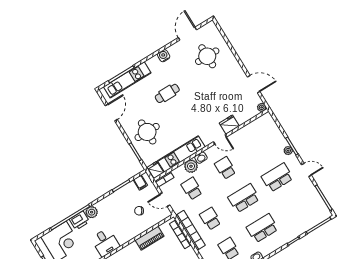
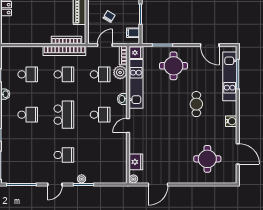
fridge: (229, 125) -> (136, 162), moved
plant: (191, 166) -> (120, 72), moved
school desk: (277, 178) -> (64, 155), width x0.54
school desk: (262, 228) -> (28, 115), width x0.54

